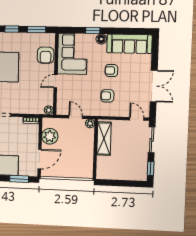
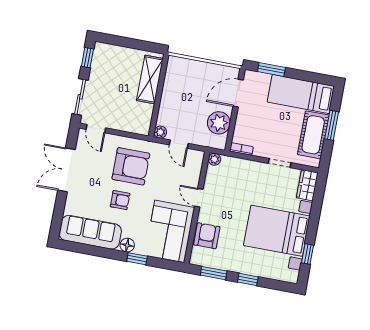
door: (56, 81) -> (199, 198), swing flipped
armchair: (107, 96) -> (131, 166), width x1.88, depth x1.88
shelving: (104, 139) -> (150, 80), moved

